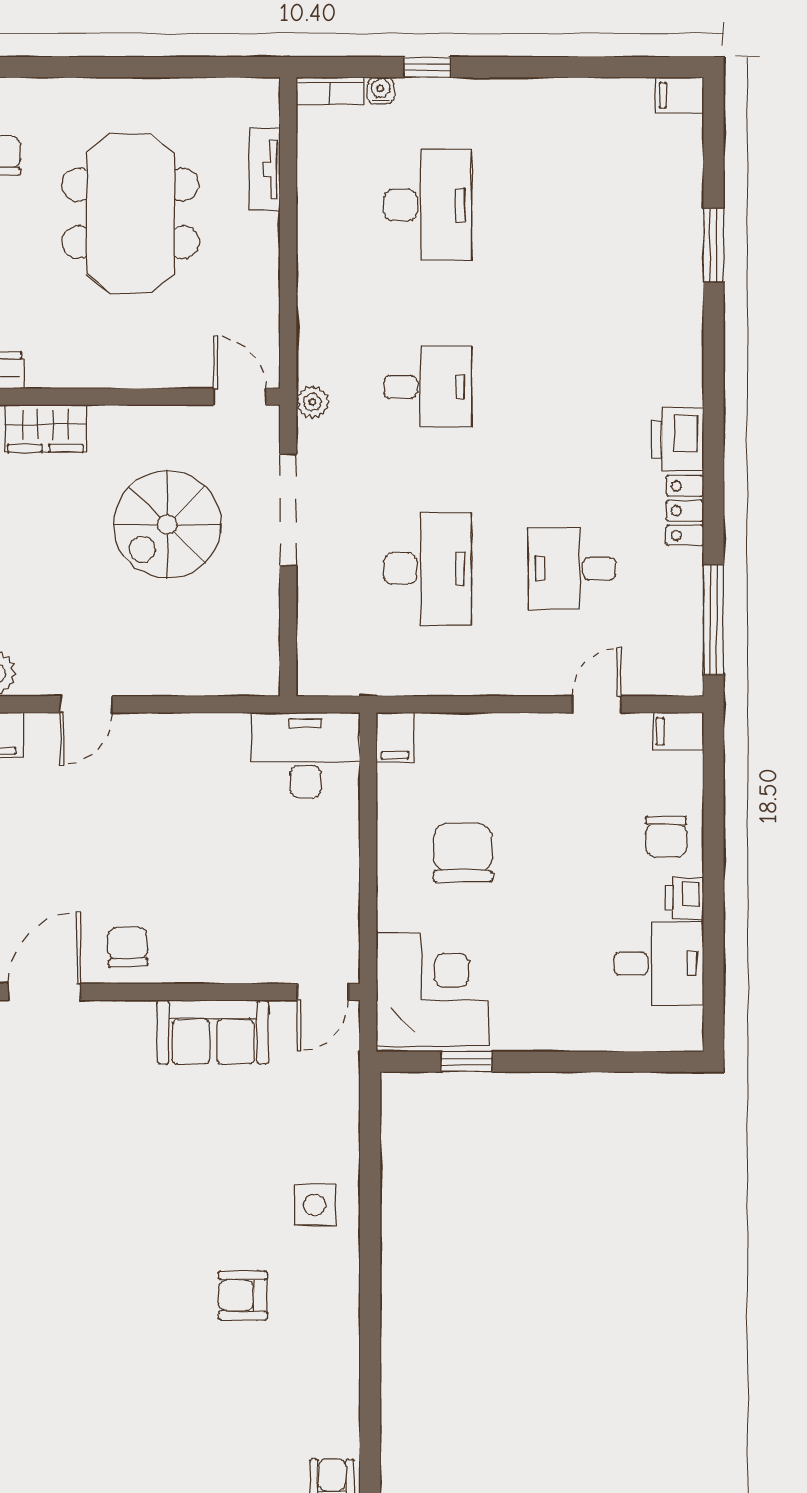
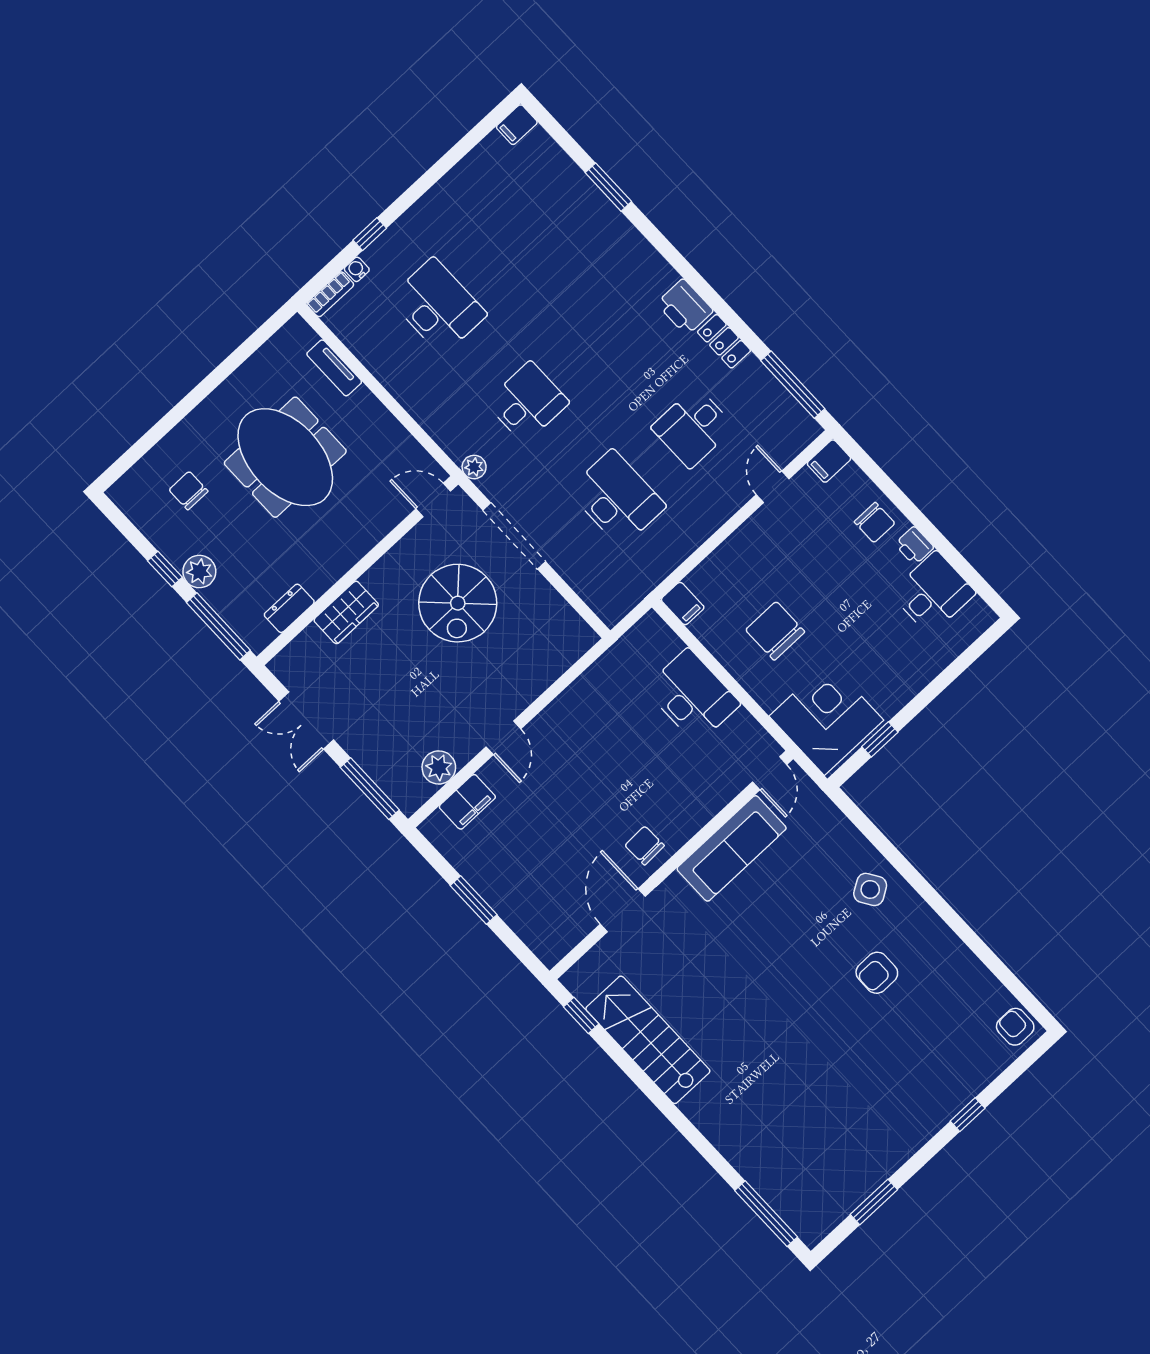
desk: (305, 755) -> (692, 696), moved, turned 90
sofa: (213, 1032) -> (732, 848), width x1.36
side table: (315, 1205) -> (870, 889), turned -32

